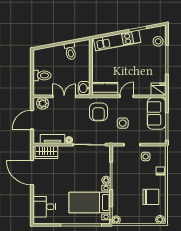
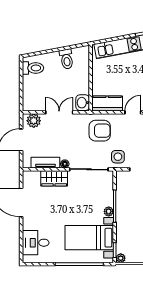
toilet: (42, 75) -> (33, 68), moved
armchair: (98, 112) -> (100, 131), turned -90
side table: (123, 123) -> (118, 157), moved
wardrobe: (46, 152) -> (54, 178), moved

